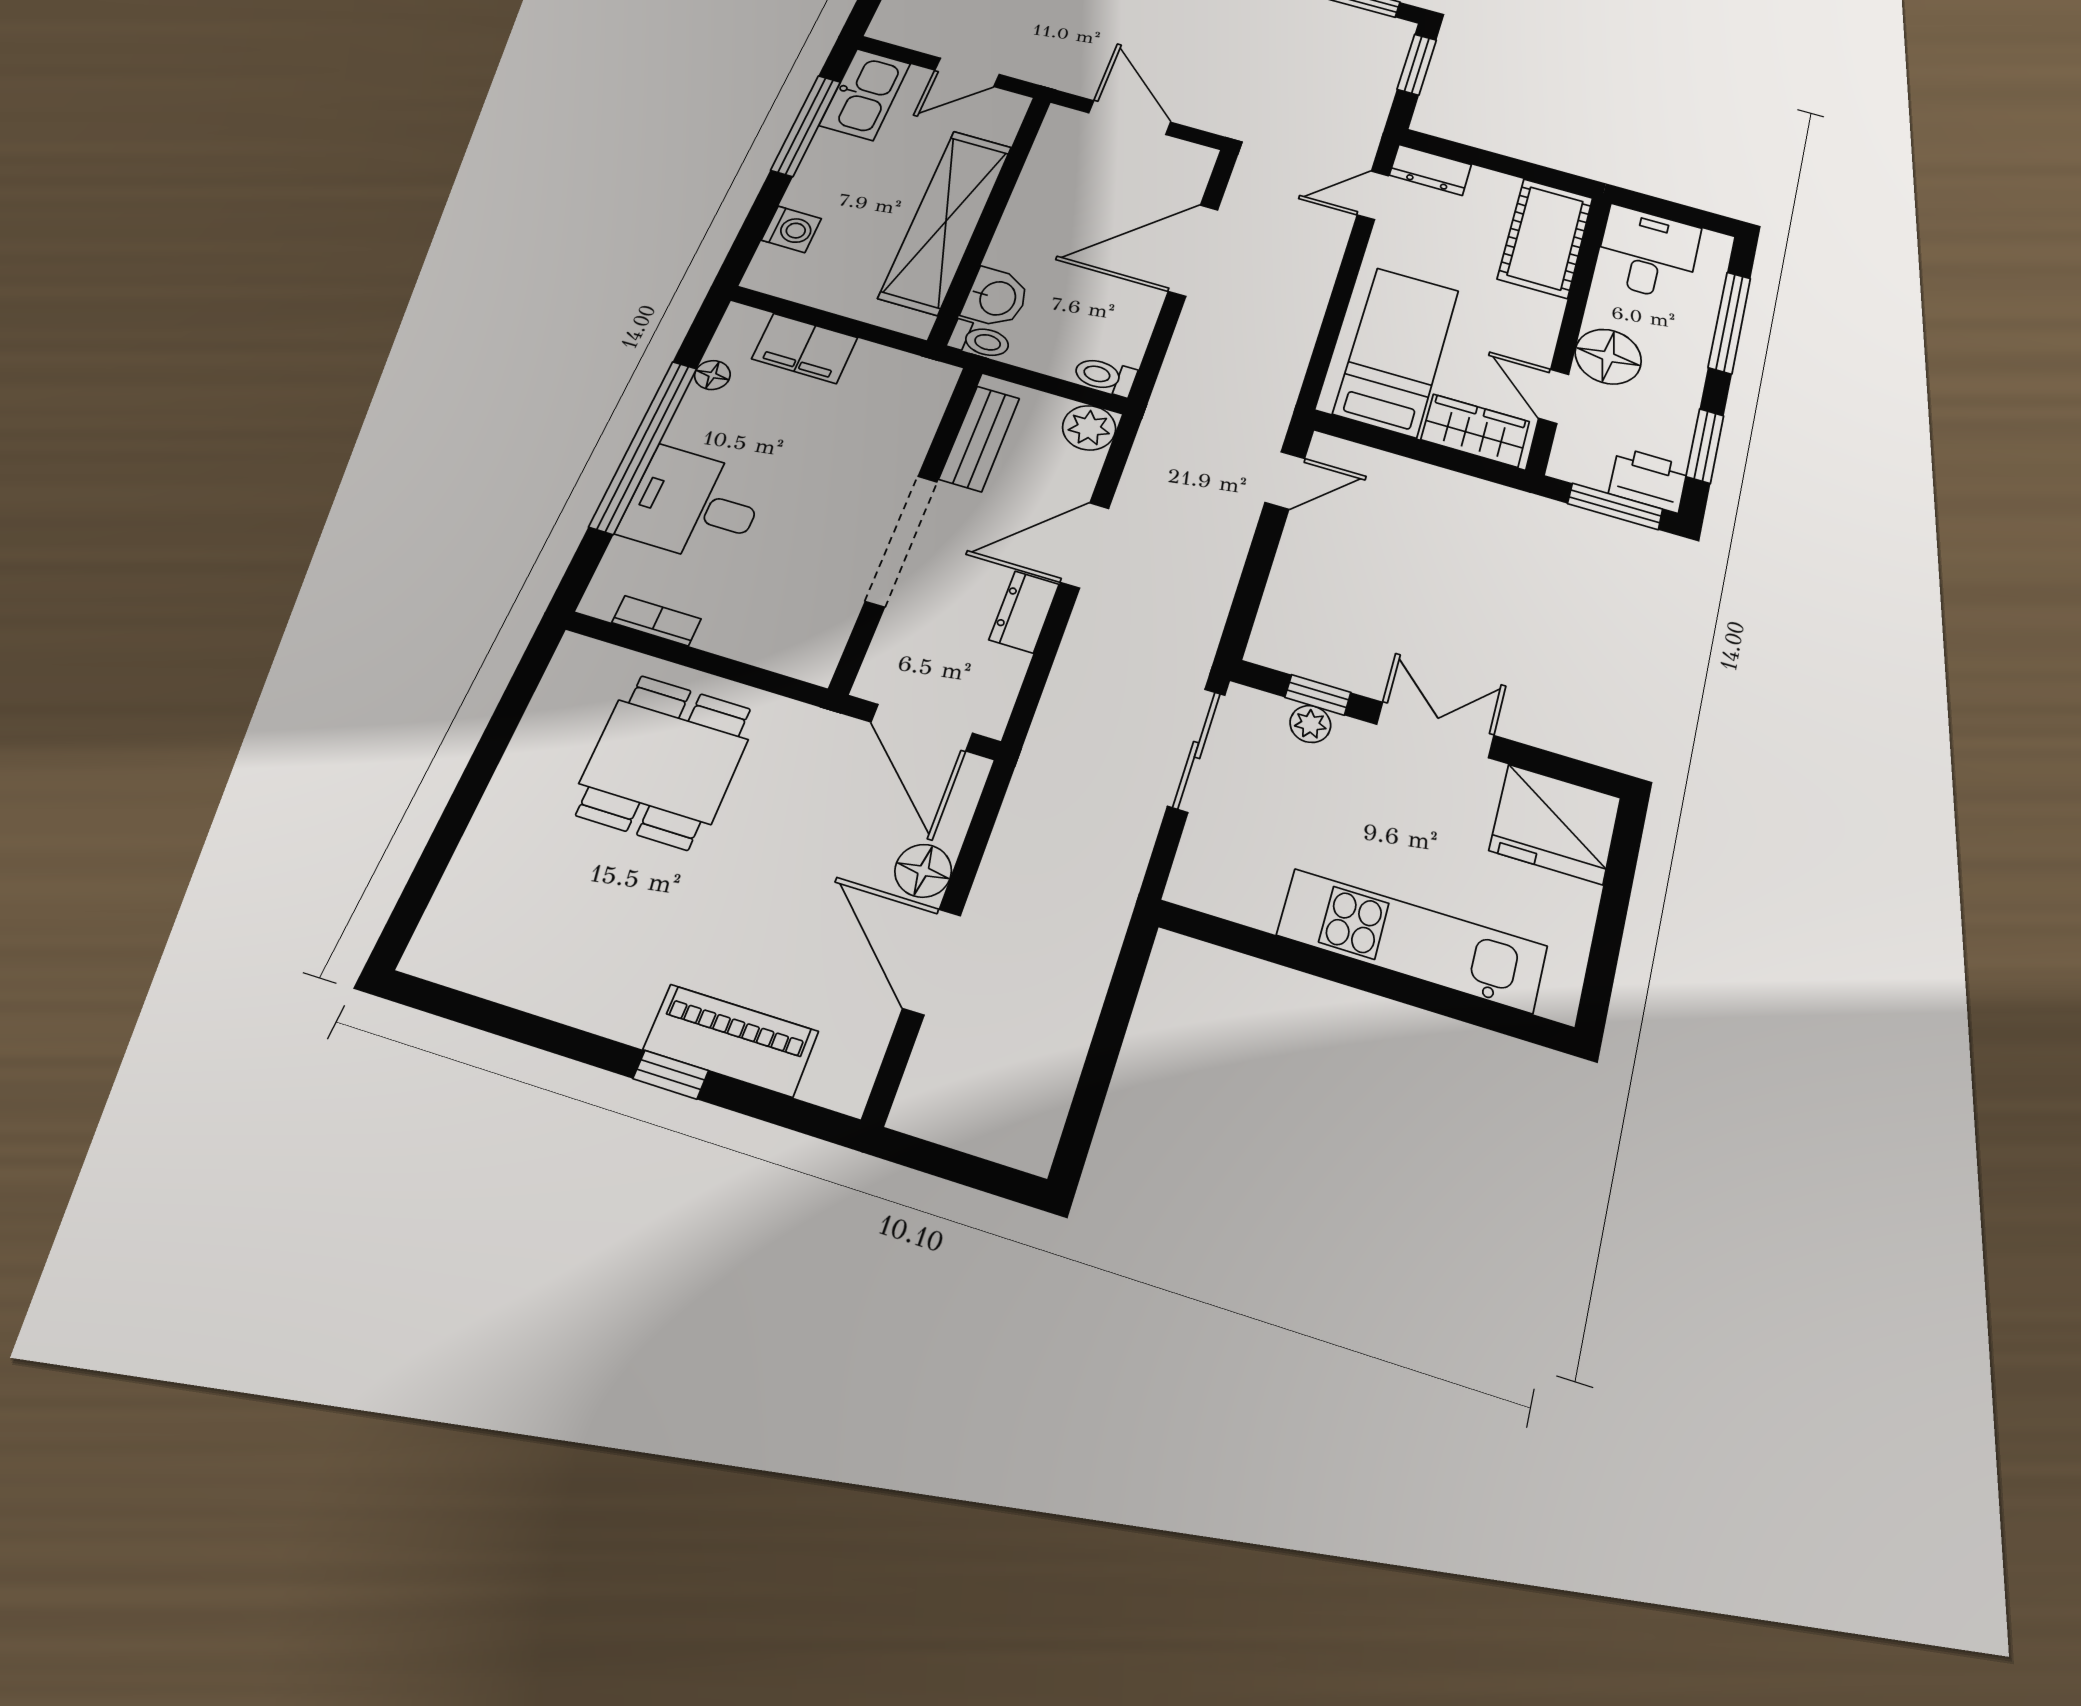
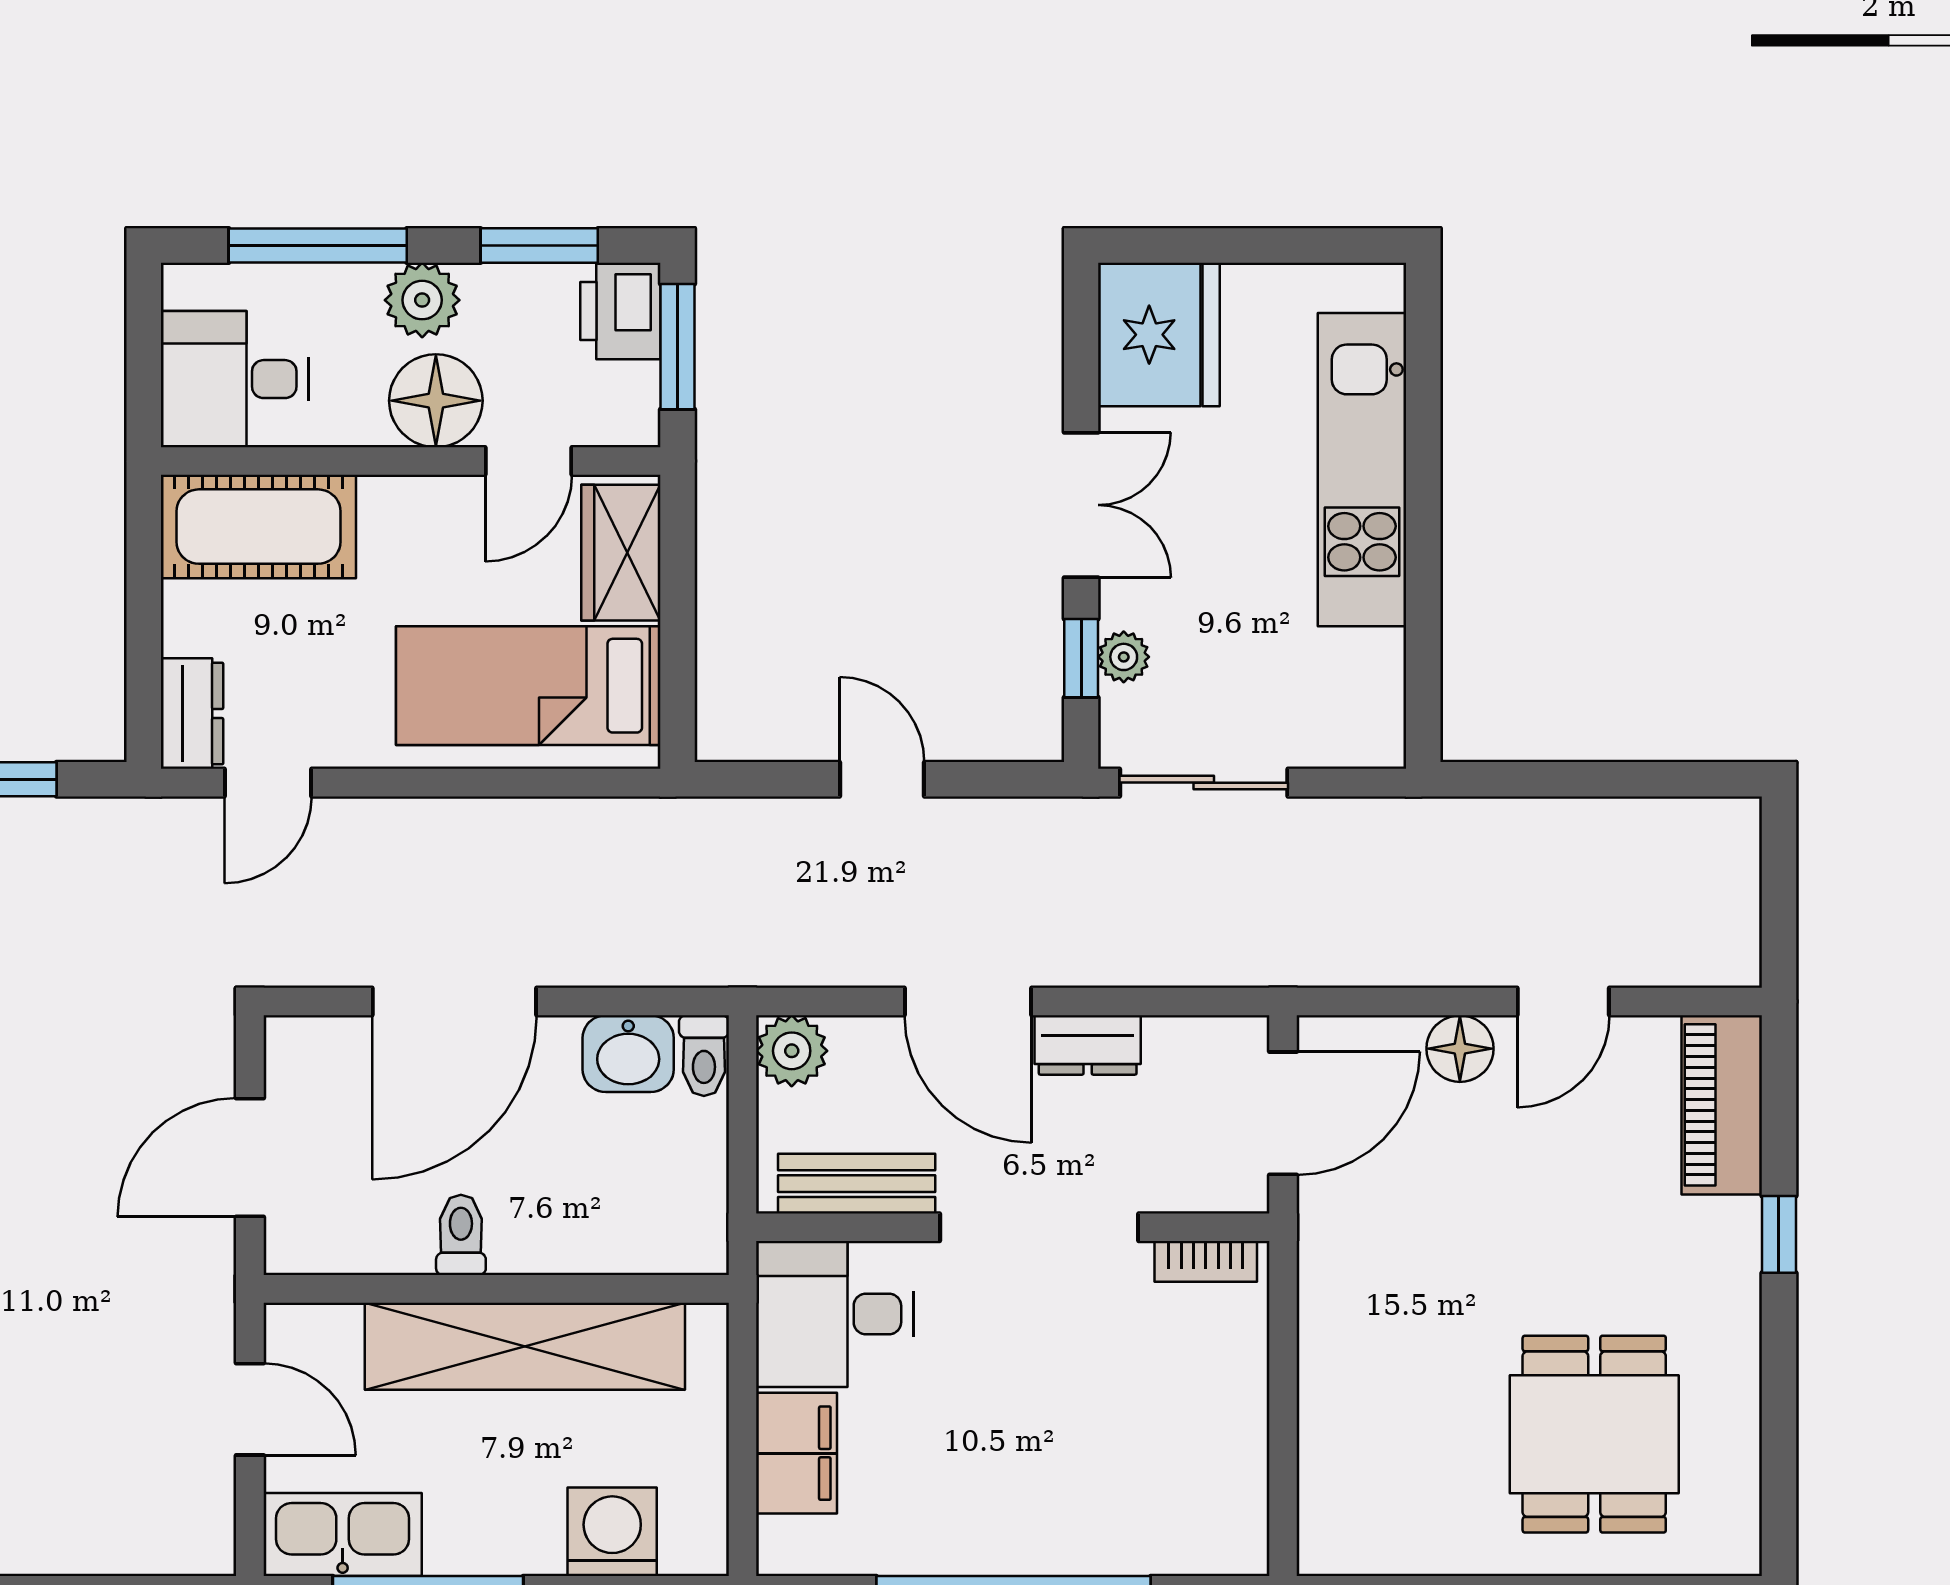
door: (1373, 195) -> (268, 783), hinge flipped
washing machine: (791, 229) -> (612, 1532), width x1.38, depth x1.38
door: (1193, 250) -> (454, 1002), hinge flipped
washbasin: (996, 298) -> (628, 1054), moved, turned 180
toilet: (980, 340) -> (461, 1235), moved
plant: (1680, 369) -> (422, 300), added
floor lamp: (712, 375) -> (879, 1553), removed
door: (1285, 480) -> (882, 779), moved
desk: (694, 505) -> (835, 1314), moved, turned 90
bookcase: (656, 621) -> (1206, 1261), moved, turned -90
double door: (1435, 730) -> (1081, 505), swing flipped
dining table: (664, 762) -> (1594, 1434), moved, turned 90
door: (932, 962) -> (1563, 1002), width x0.73
piano: (731, 1040) -> (1722, 1105), moved

